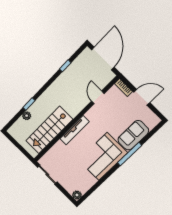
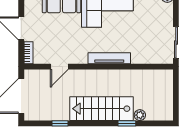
stairs: (49, 130) -> (102, 109), moved, turned 180

